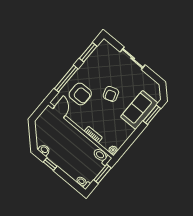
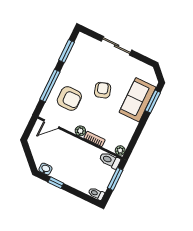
armchair: (111, 94) -> (103, 90), turned 180
door: (59, 112) -> (51, 124), swing flipped
plant: (83, 124) -> (80, 131), added

